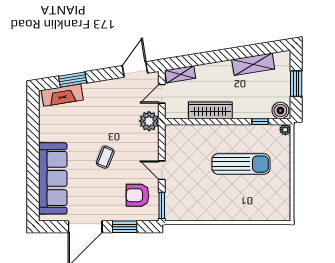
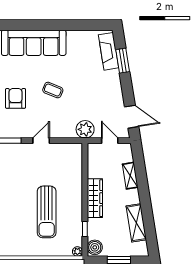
shelving: (180, 74) -> (130, 176), moved
wardrobe: (210, 110) -> (95, 198), moved
armchair: (138, 195) -> (16, 98), moved

